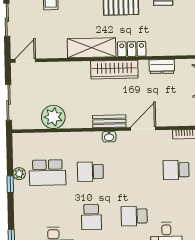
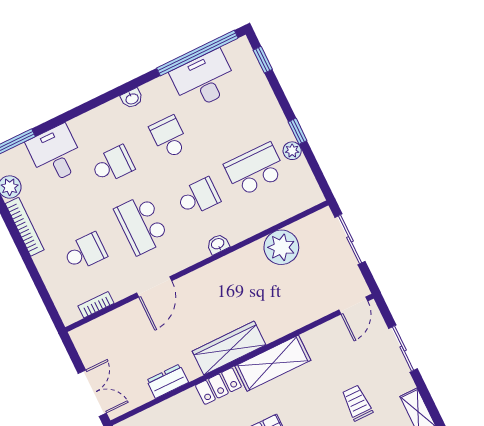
bench: (109, 121) -> (204, 276), removed
washbasin: (109, 137) -> (218, 244), moved
school desk: (133, 171) -> (142, 225), added

